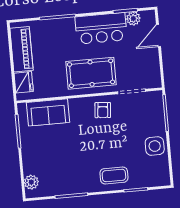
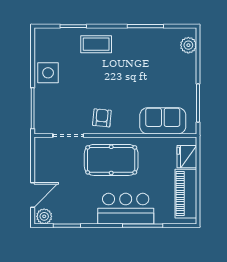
plant: (133, 18) -> (44, 216), moved
bar counter: (101, 28) -> (126, 209), moved

